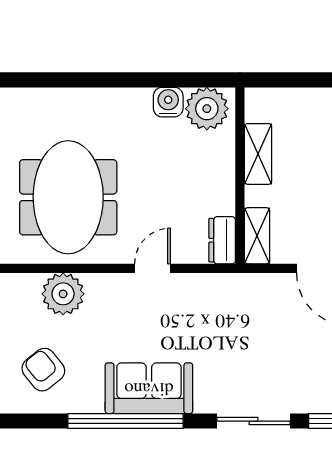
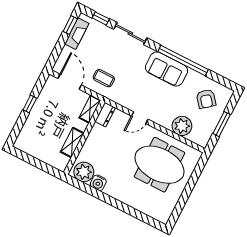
meeting table: (68, 197) -> (160, 165), turned 90
coffee table: (261, 309) -> (104, 78), added

